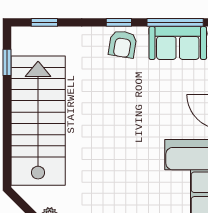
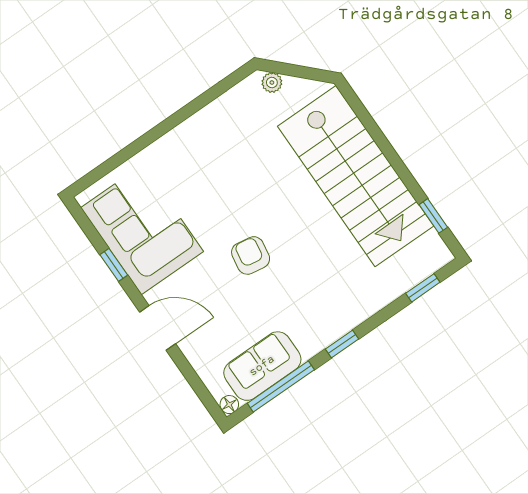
armchair: (123, 44) -> (251, 255), moved

